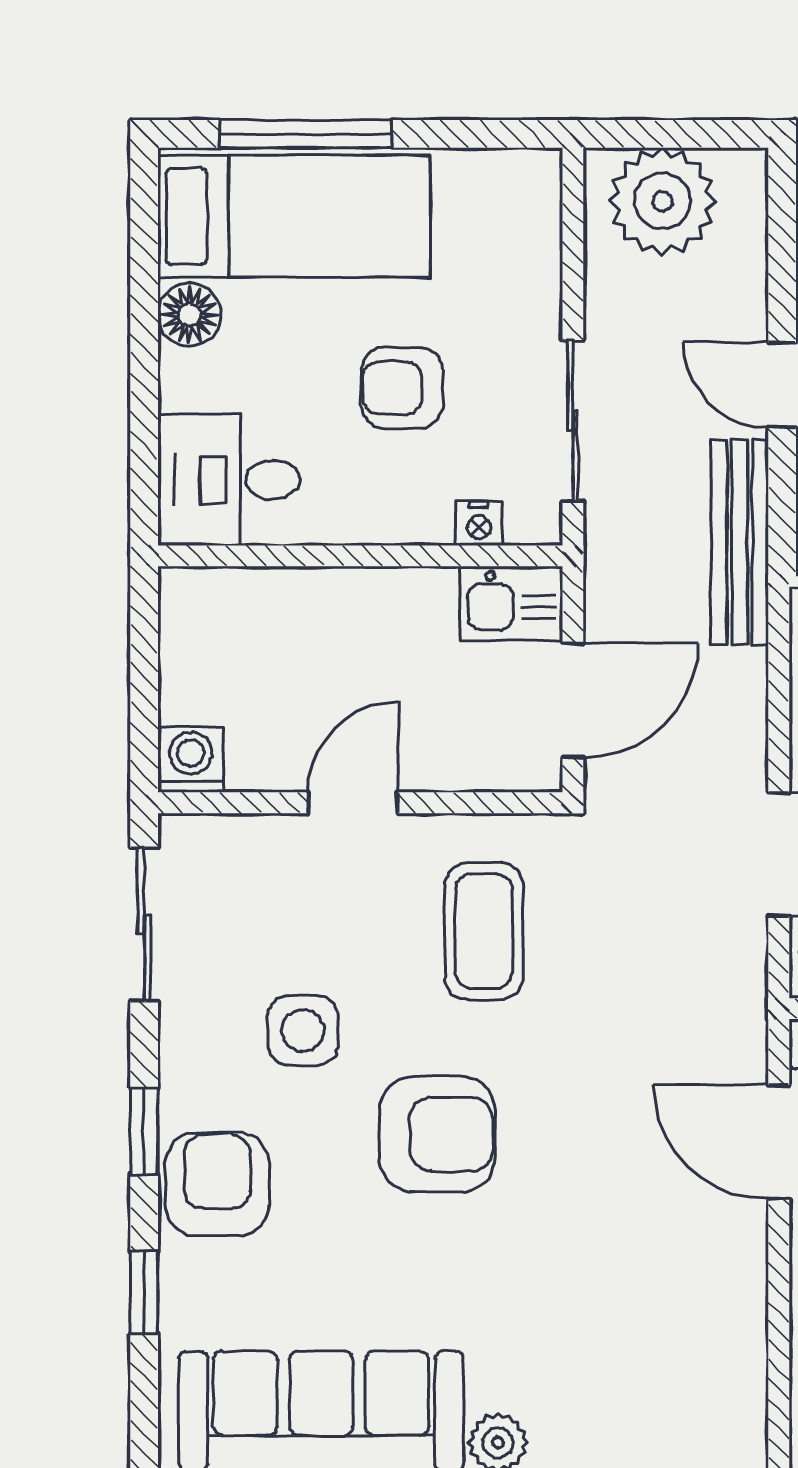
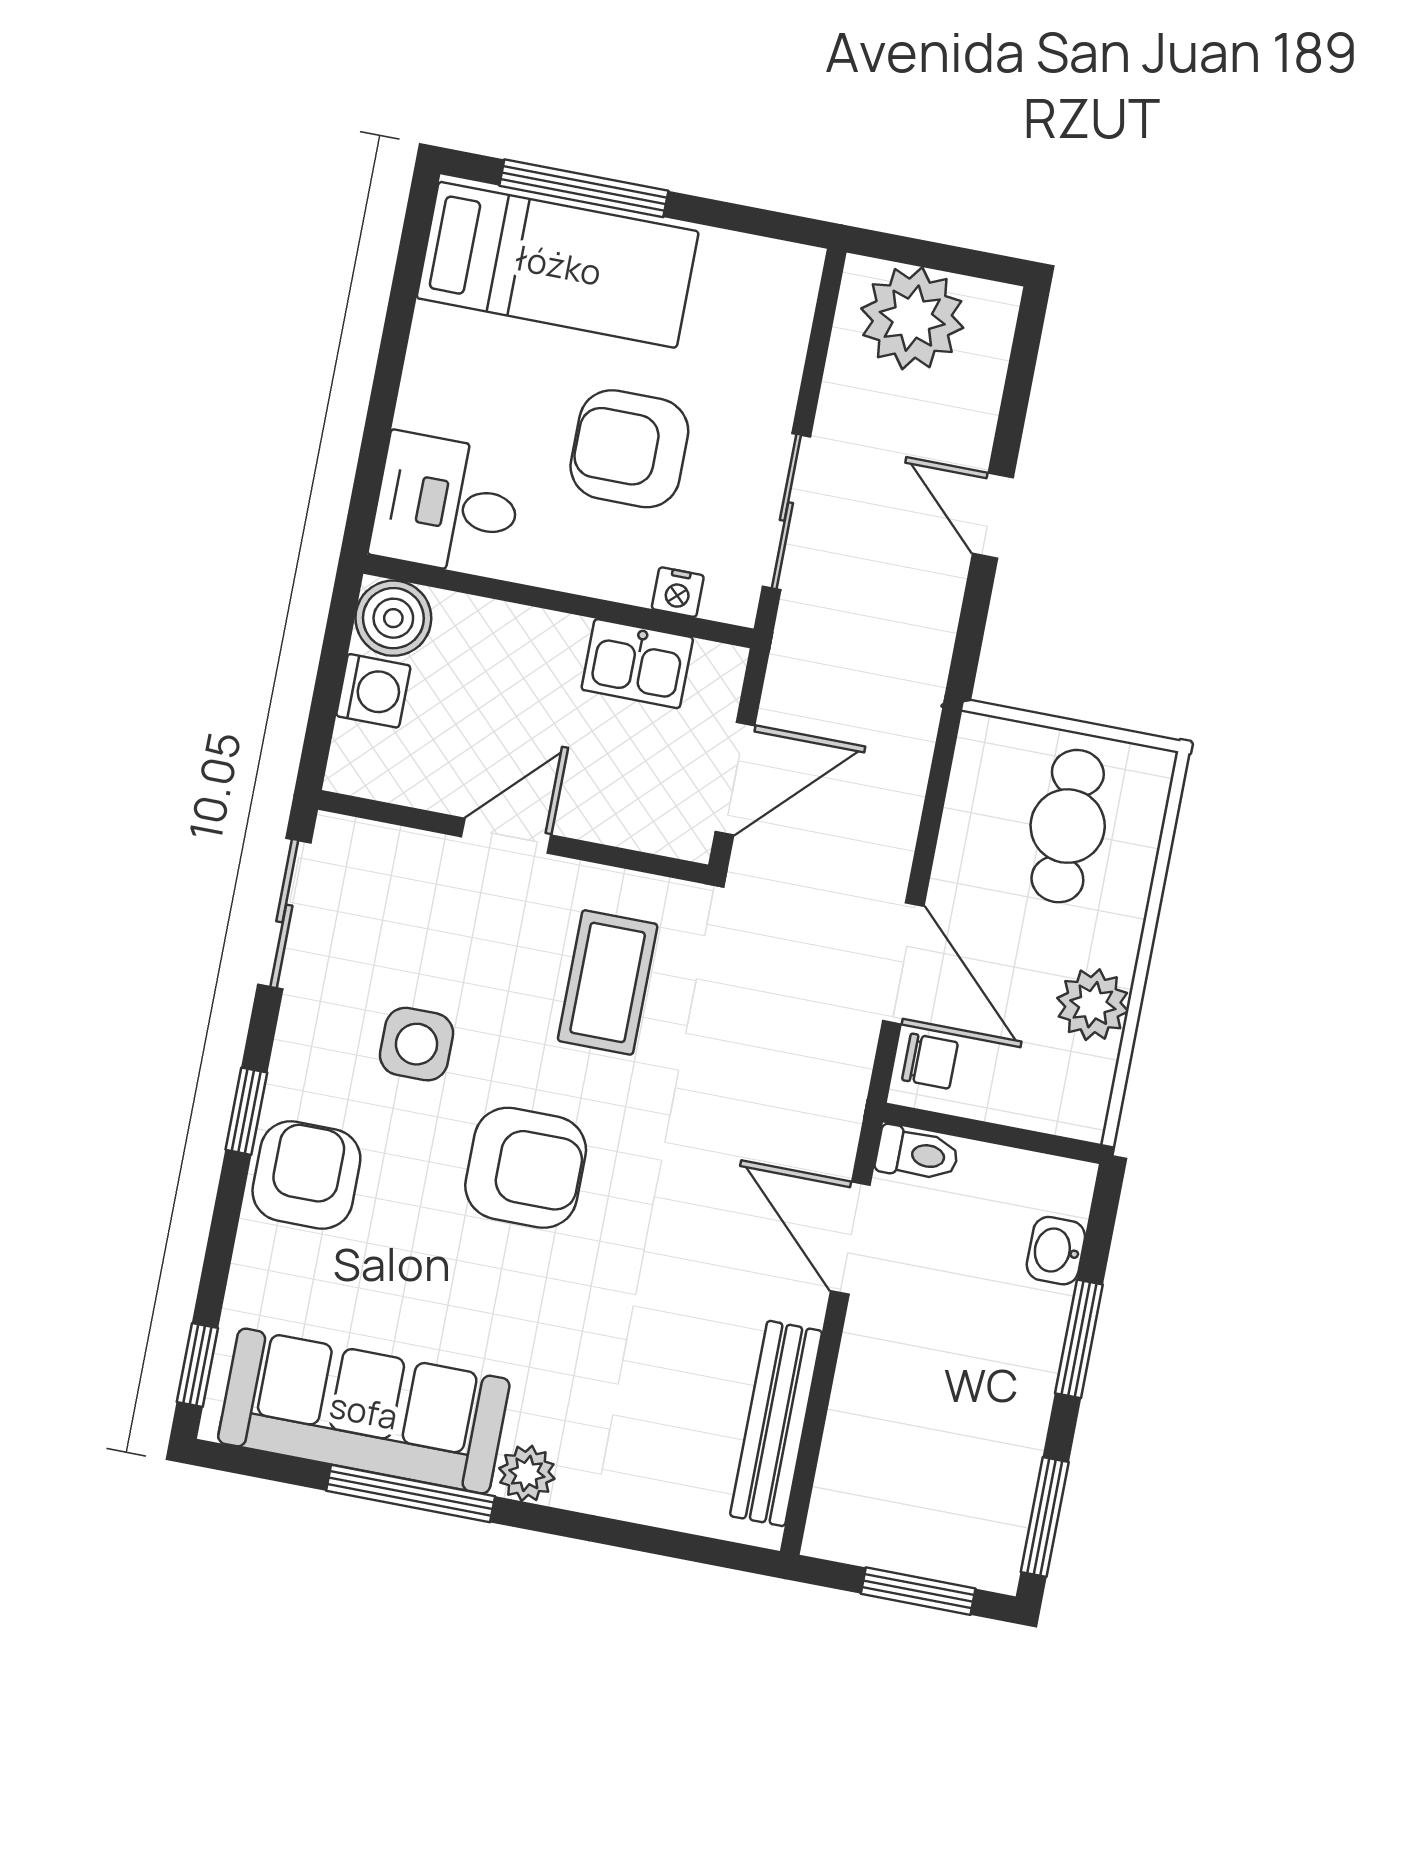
floor lamp: (190, 315) -> (440, 340), removed
armchair: (402, 388) -> (629, 449), width x1.38, depth x1.38
bench: (740, 542) -> (776, 1423), moved
kitchen sink: (511, 603) -> (637, 664), moved
boiler: (197, 605) -> (393, 618), added
washing machine: (191, 760) -> (373, 691), moved, turned 90
window: (144, 1292) -> (197, 1365), moved

